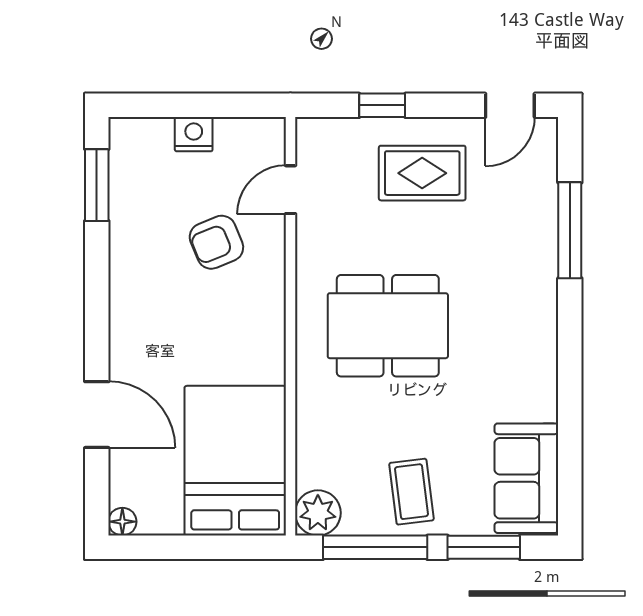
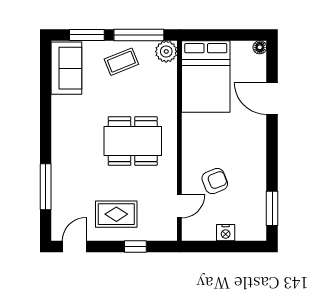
coffee table: (411, 492) -> (121, 62), turned 75

